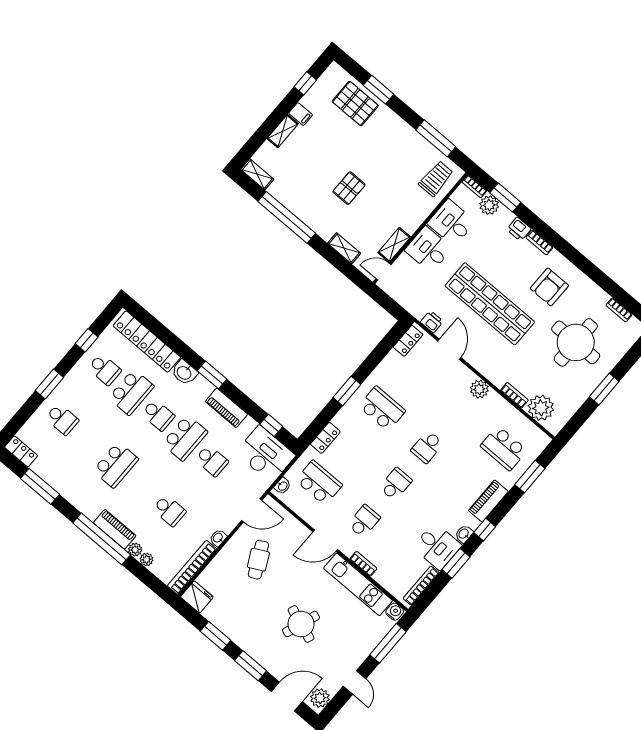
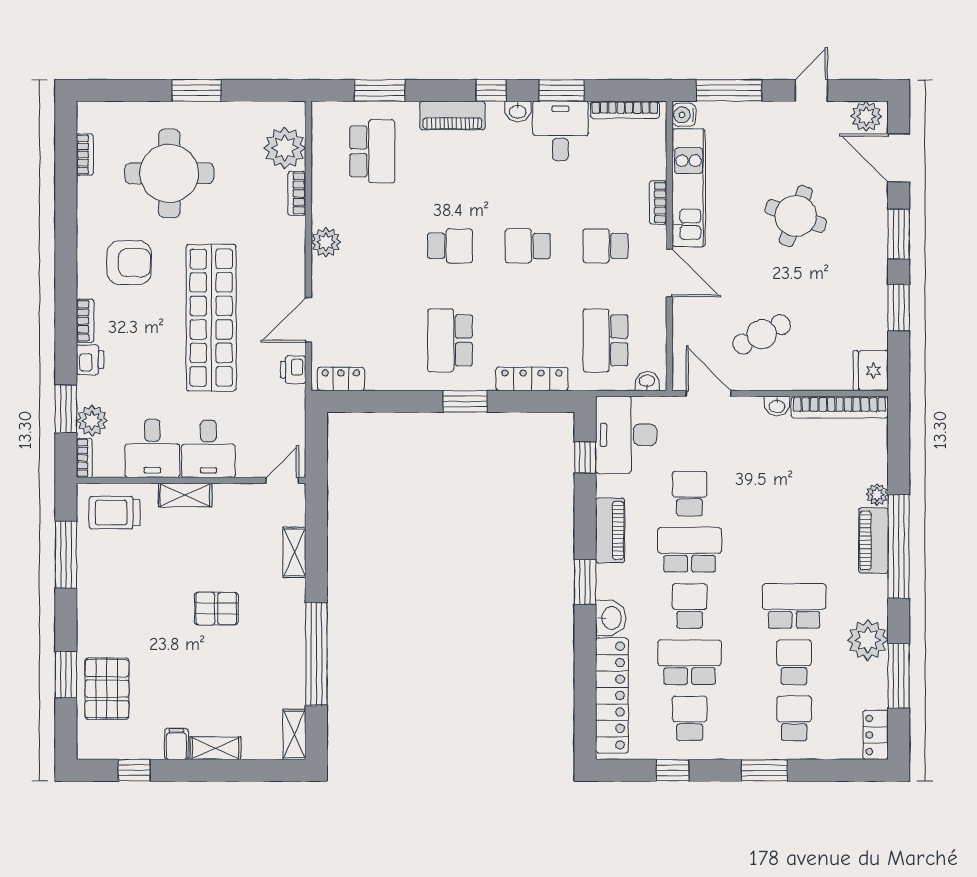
shelving: (394, 245) -> (185, 495), moved
door: (383, 272) -> (282, 480), swing flipped
locker: (325, 438) -> (532, 379), width x1.53
school desk: (169, 510) -> (794, 662), moved
plant: (147, 559) -> (868, 640), moved, width x1.88, depth x1.88

